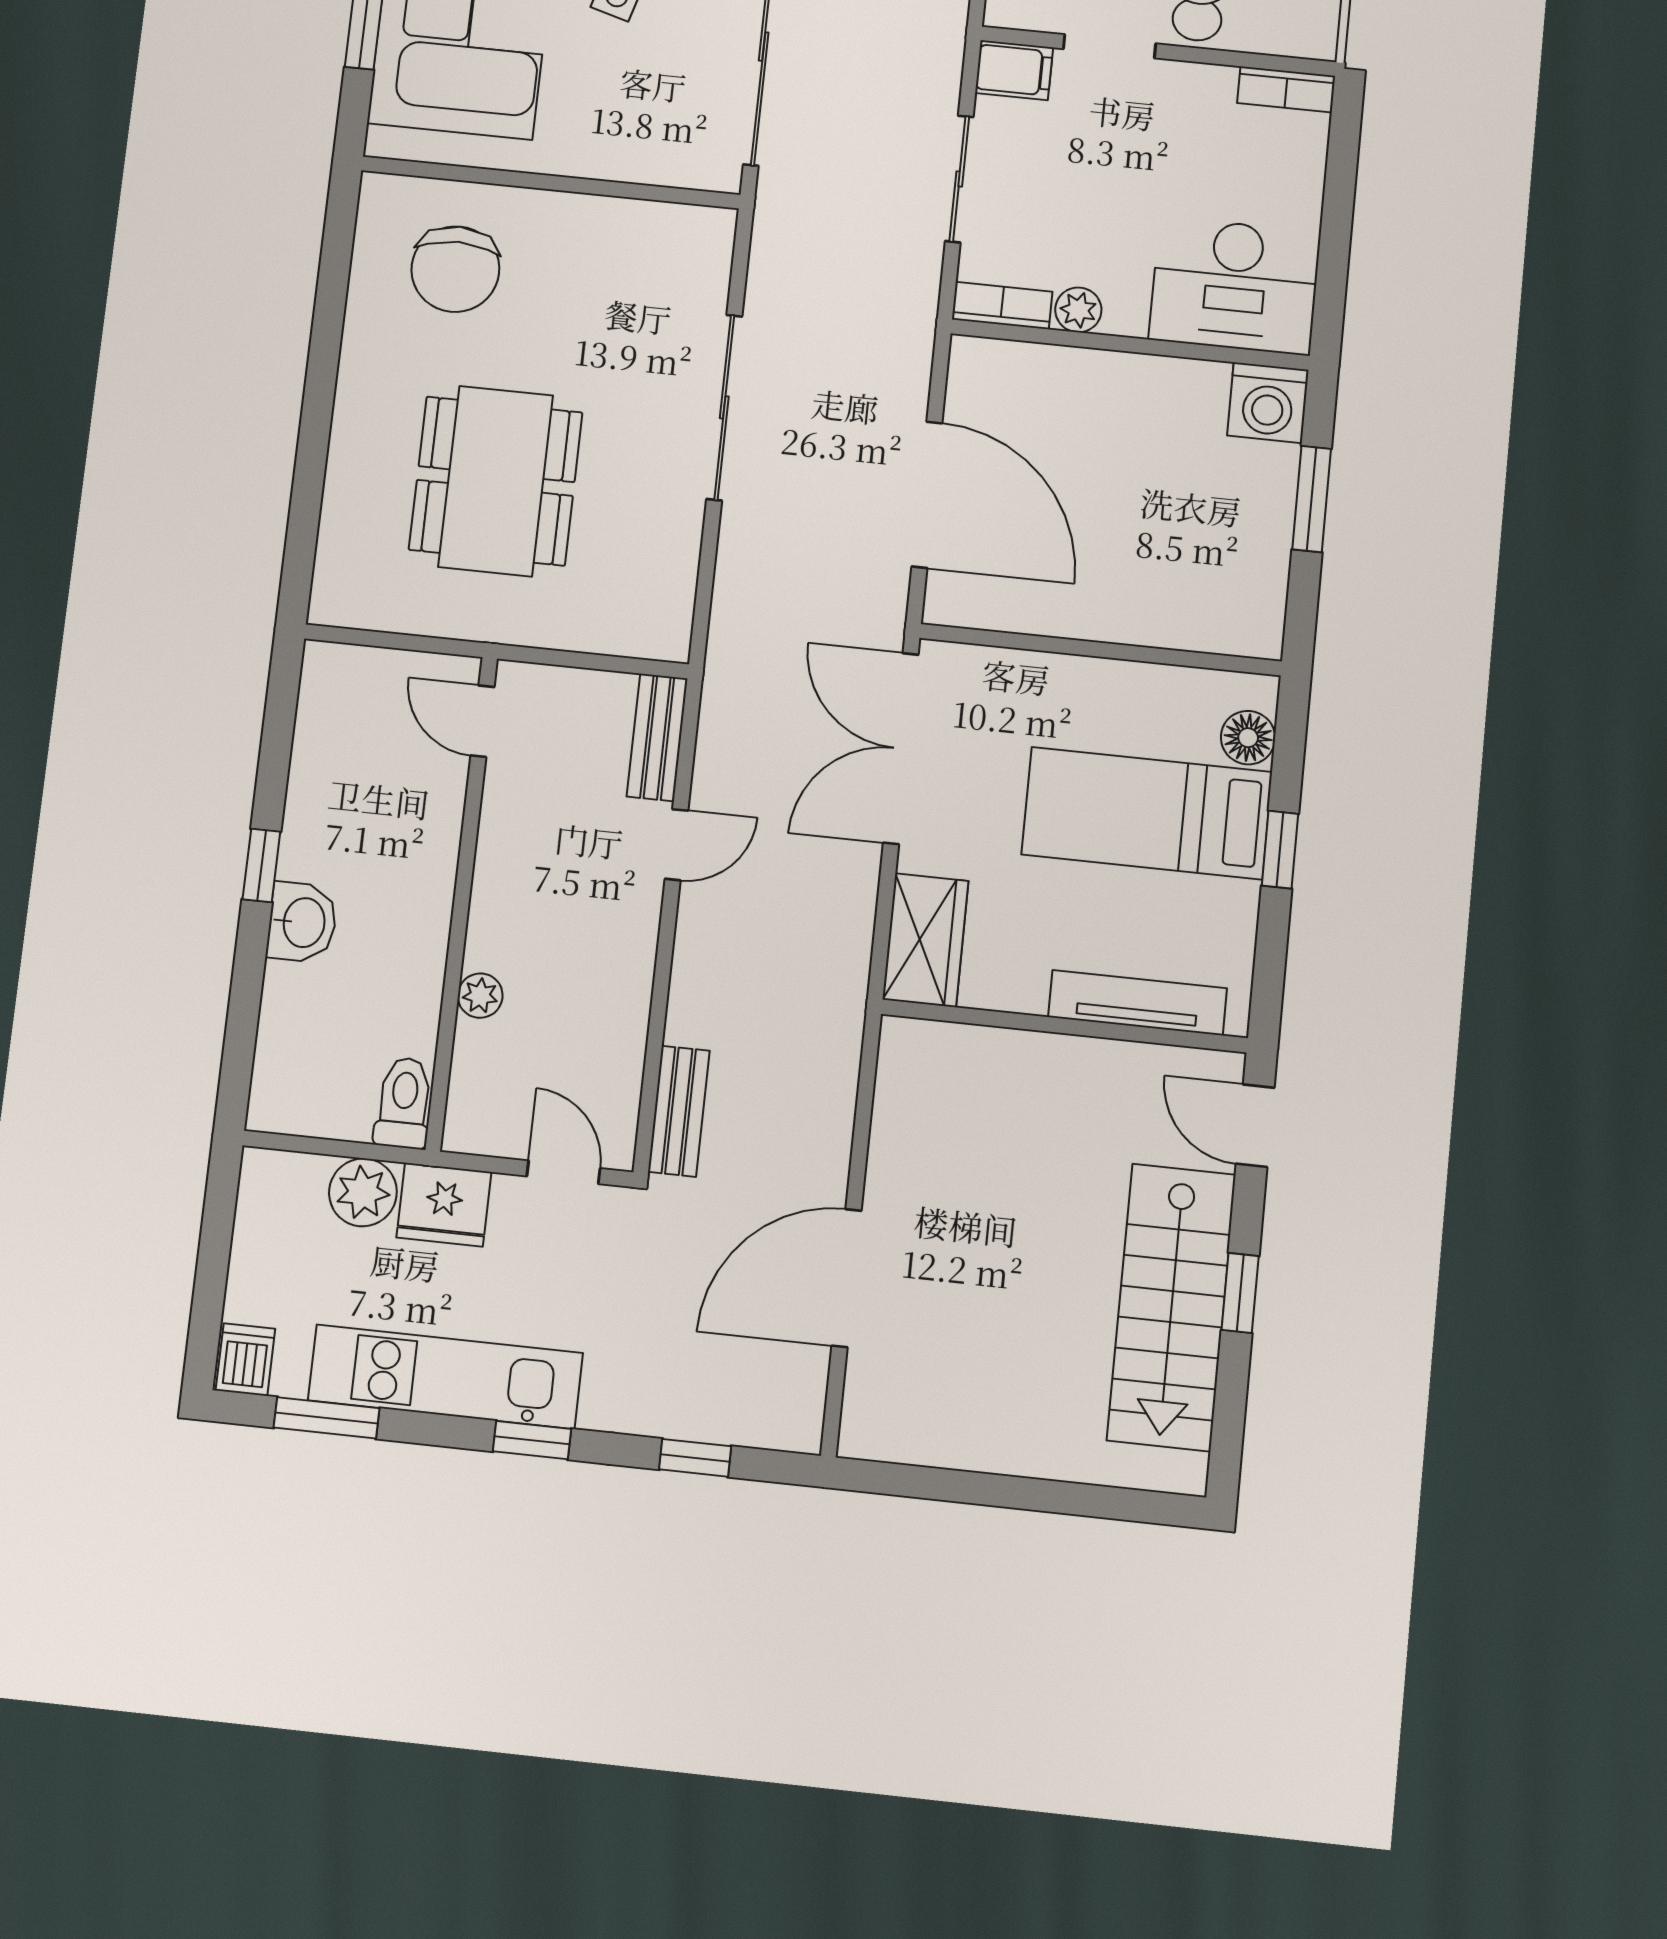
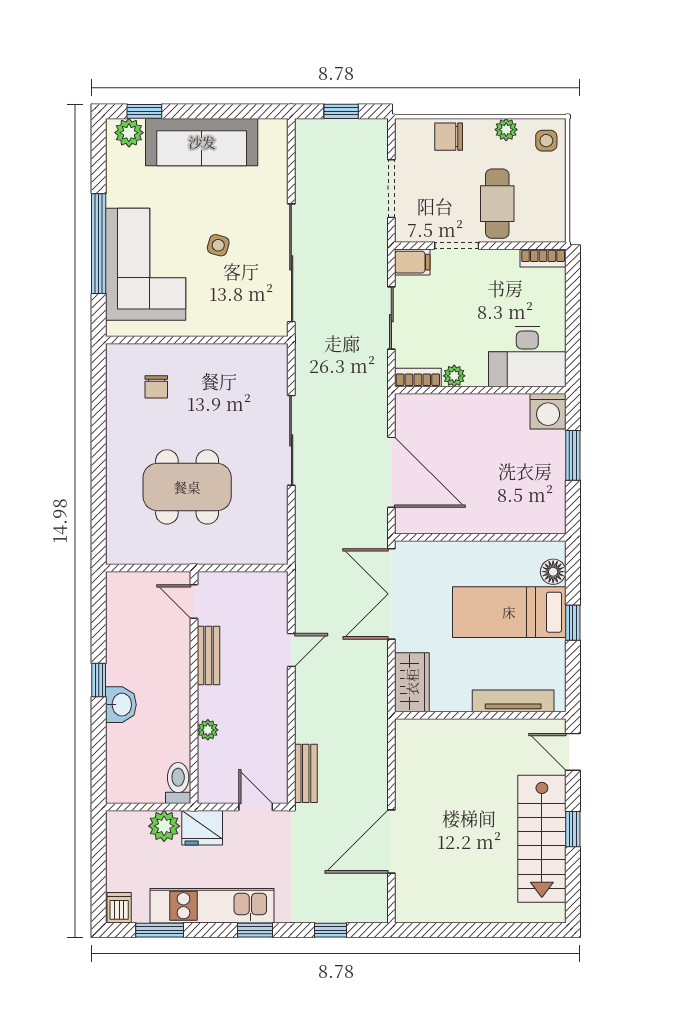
chair: (455, 269) -> (156, 387), width x0.54, depth x0.54
dining table: (496, 481) -> (187, 487), turned 90
bench: (657, 737) -> (209, 656), moved

